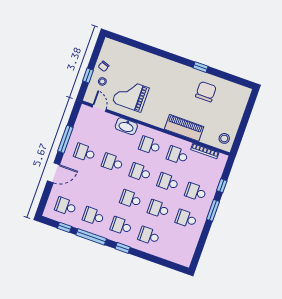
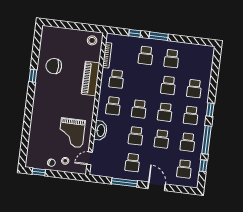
window: (88, 75) -> (39, 172), moved
school desk: (168, 182) -> (162, 139), moved

